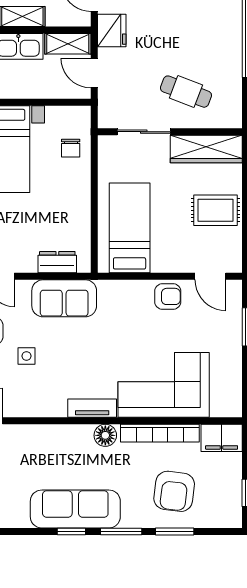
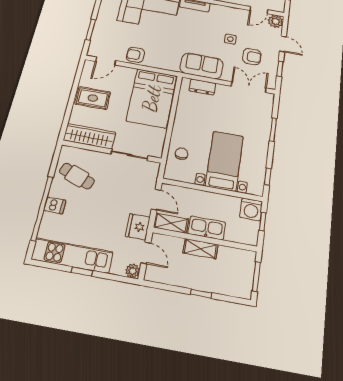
dishwasher: (229, 39) -> (55, 206), added
cafe table: (186, 92) -> (77, 176), moved
bed: (130, 228) -> (152, 98), width x1.50
door: (210, 276) -> (106, 61), swing flipped

